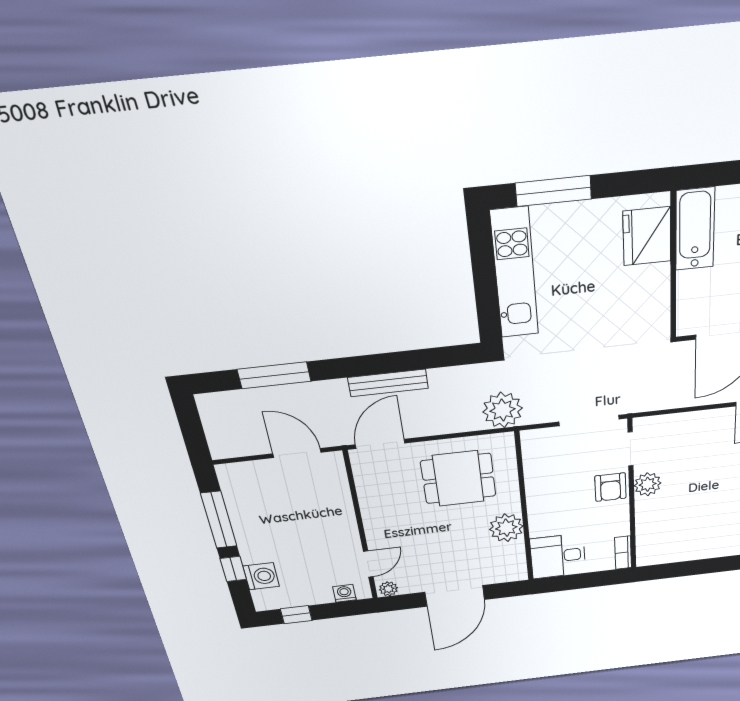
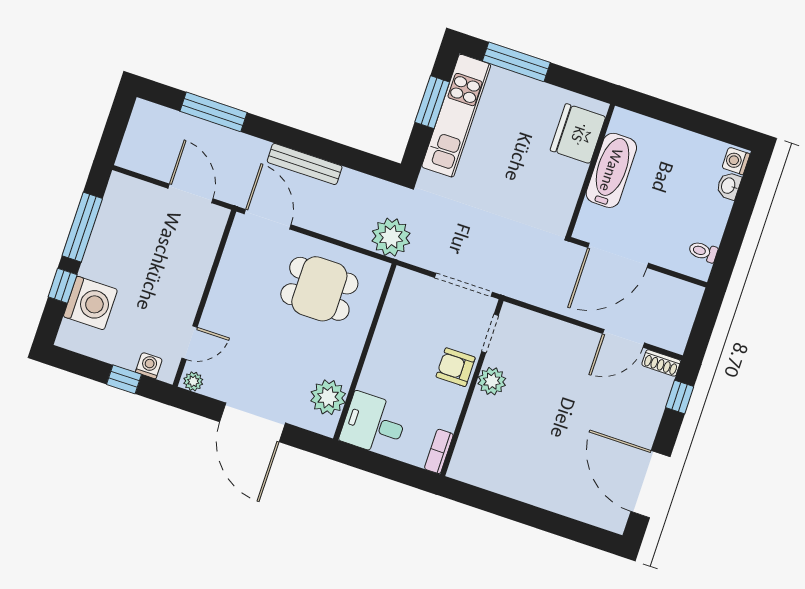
bathtub: (695, 229) -> (611, 170), moved
window: (484, 271) -> (432, 102), added
door: (380, 444) -> (268, 219), hinge flipped
armchair: (610, 487) -> (456, 367), turned 90
plant: (506, 528) -> (328, 397), moved
washing machine: (261, 576) -> (90, 303), width x1.37, depth x1.37
door: (455, 596) -> (252, 422), hinge flipped
window: (296, 615) -> (124, 379), moved

